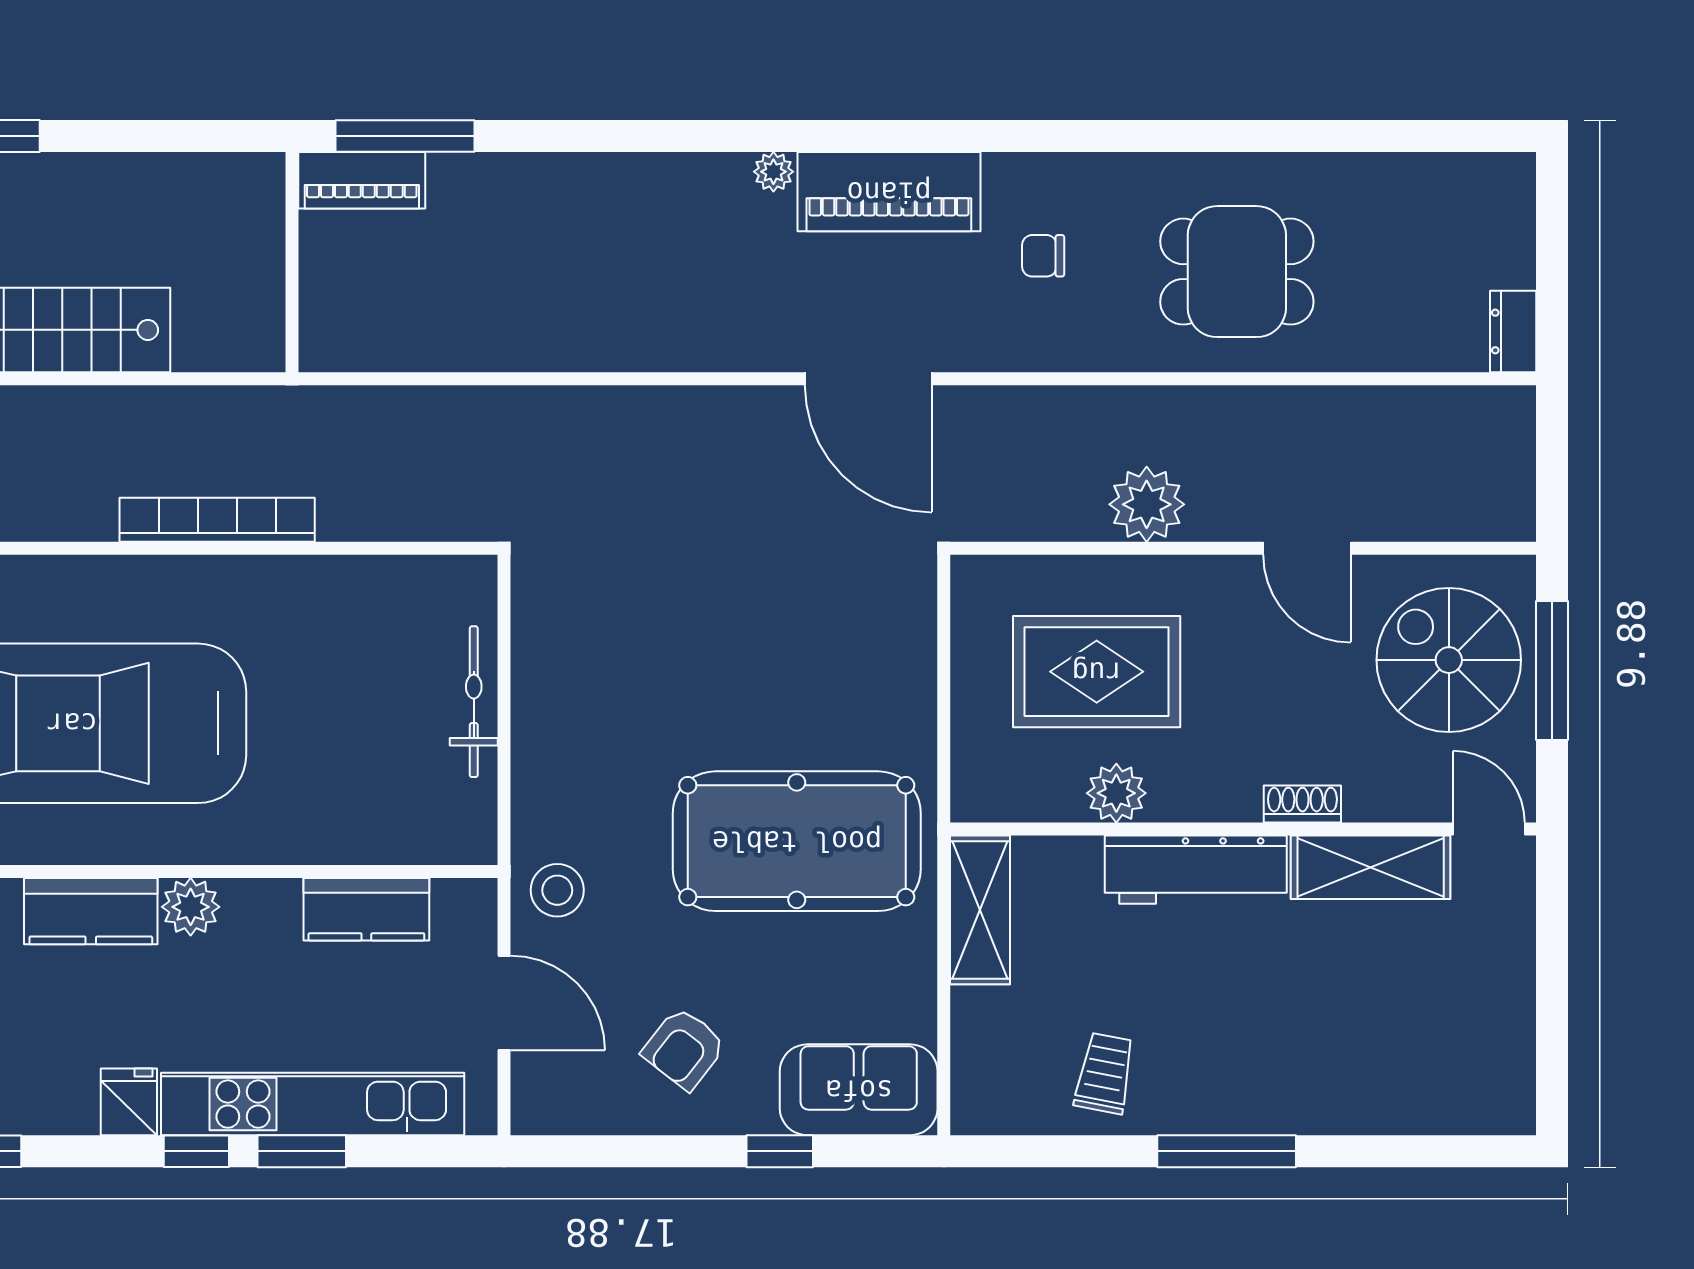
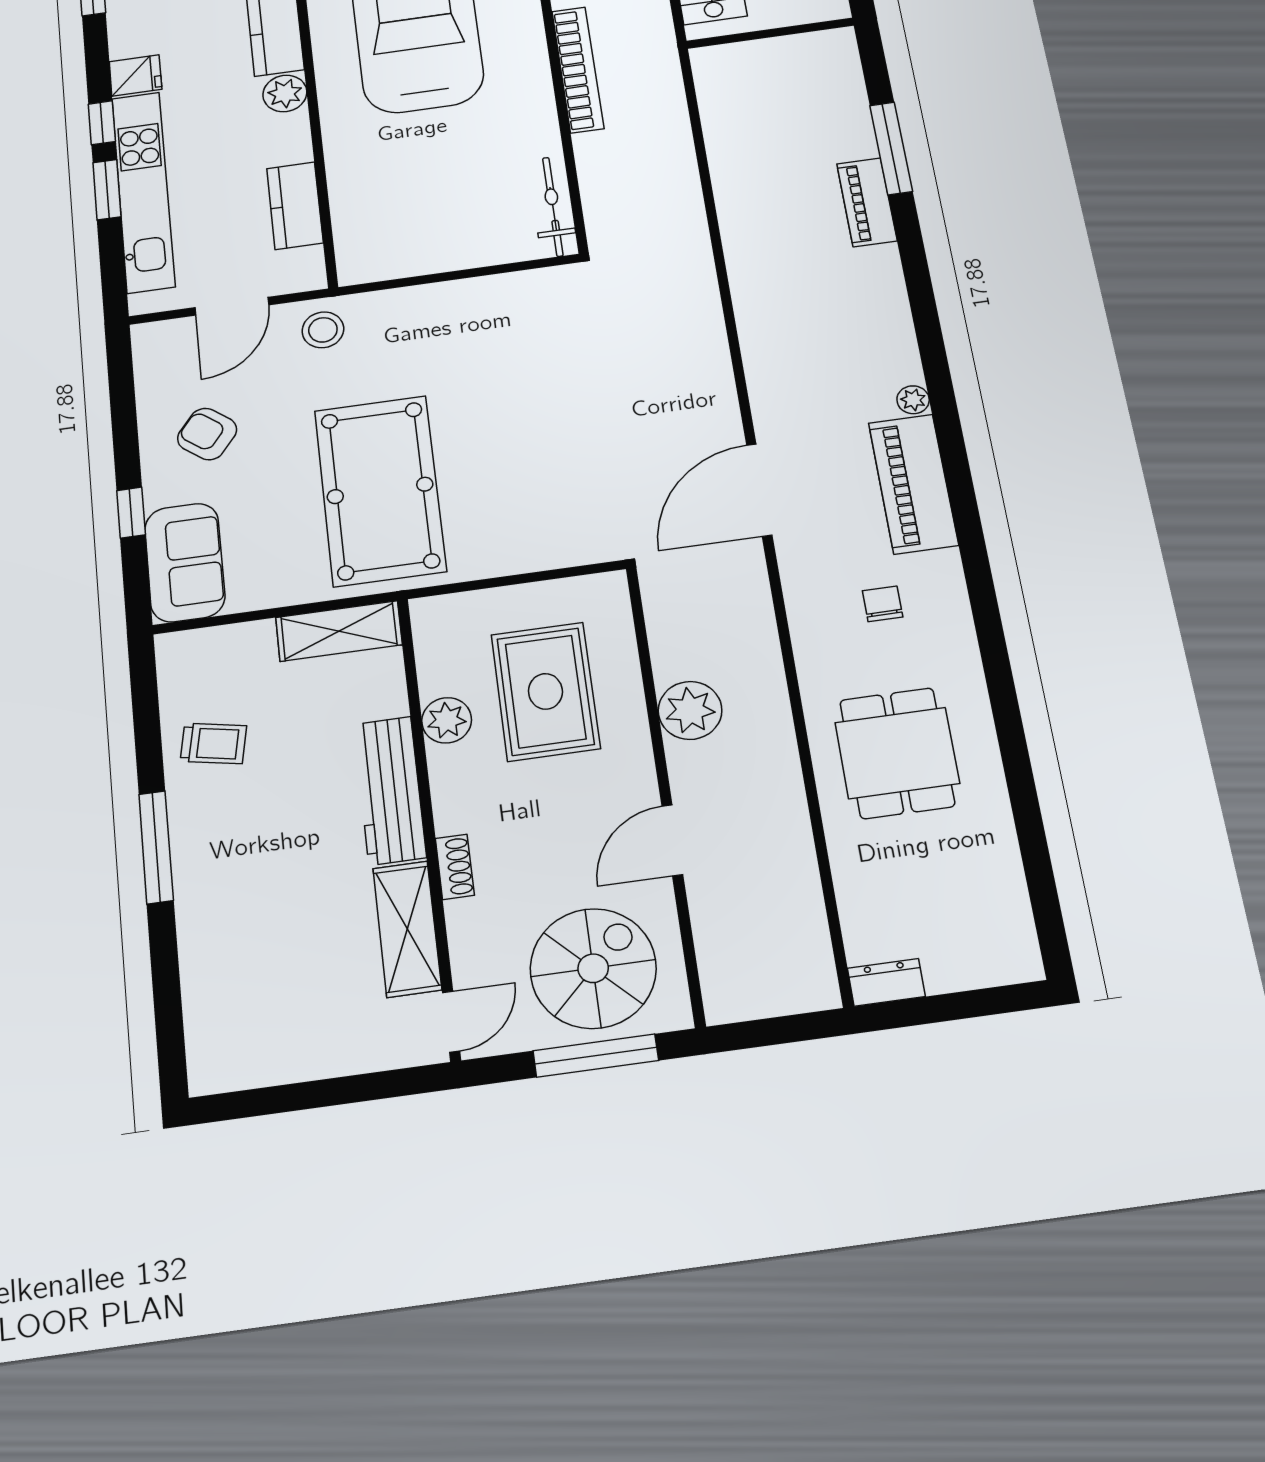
piano: (362, 180) -> (867, 202), moved
wall: (292, 262) -> (770, 33), moved
bicycle: (474, 702) -> (553, 207), moved, turned -90

